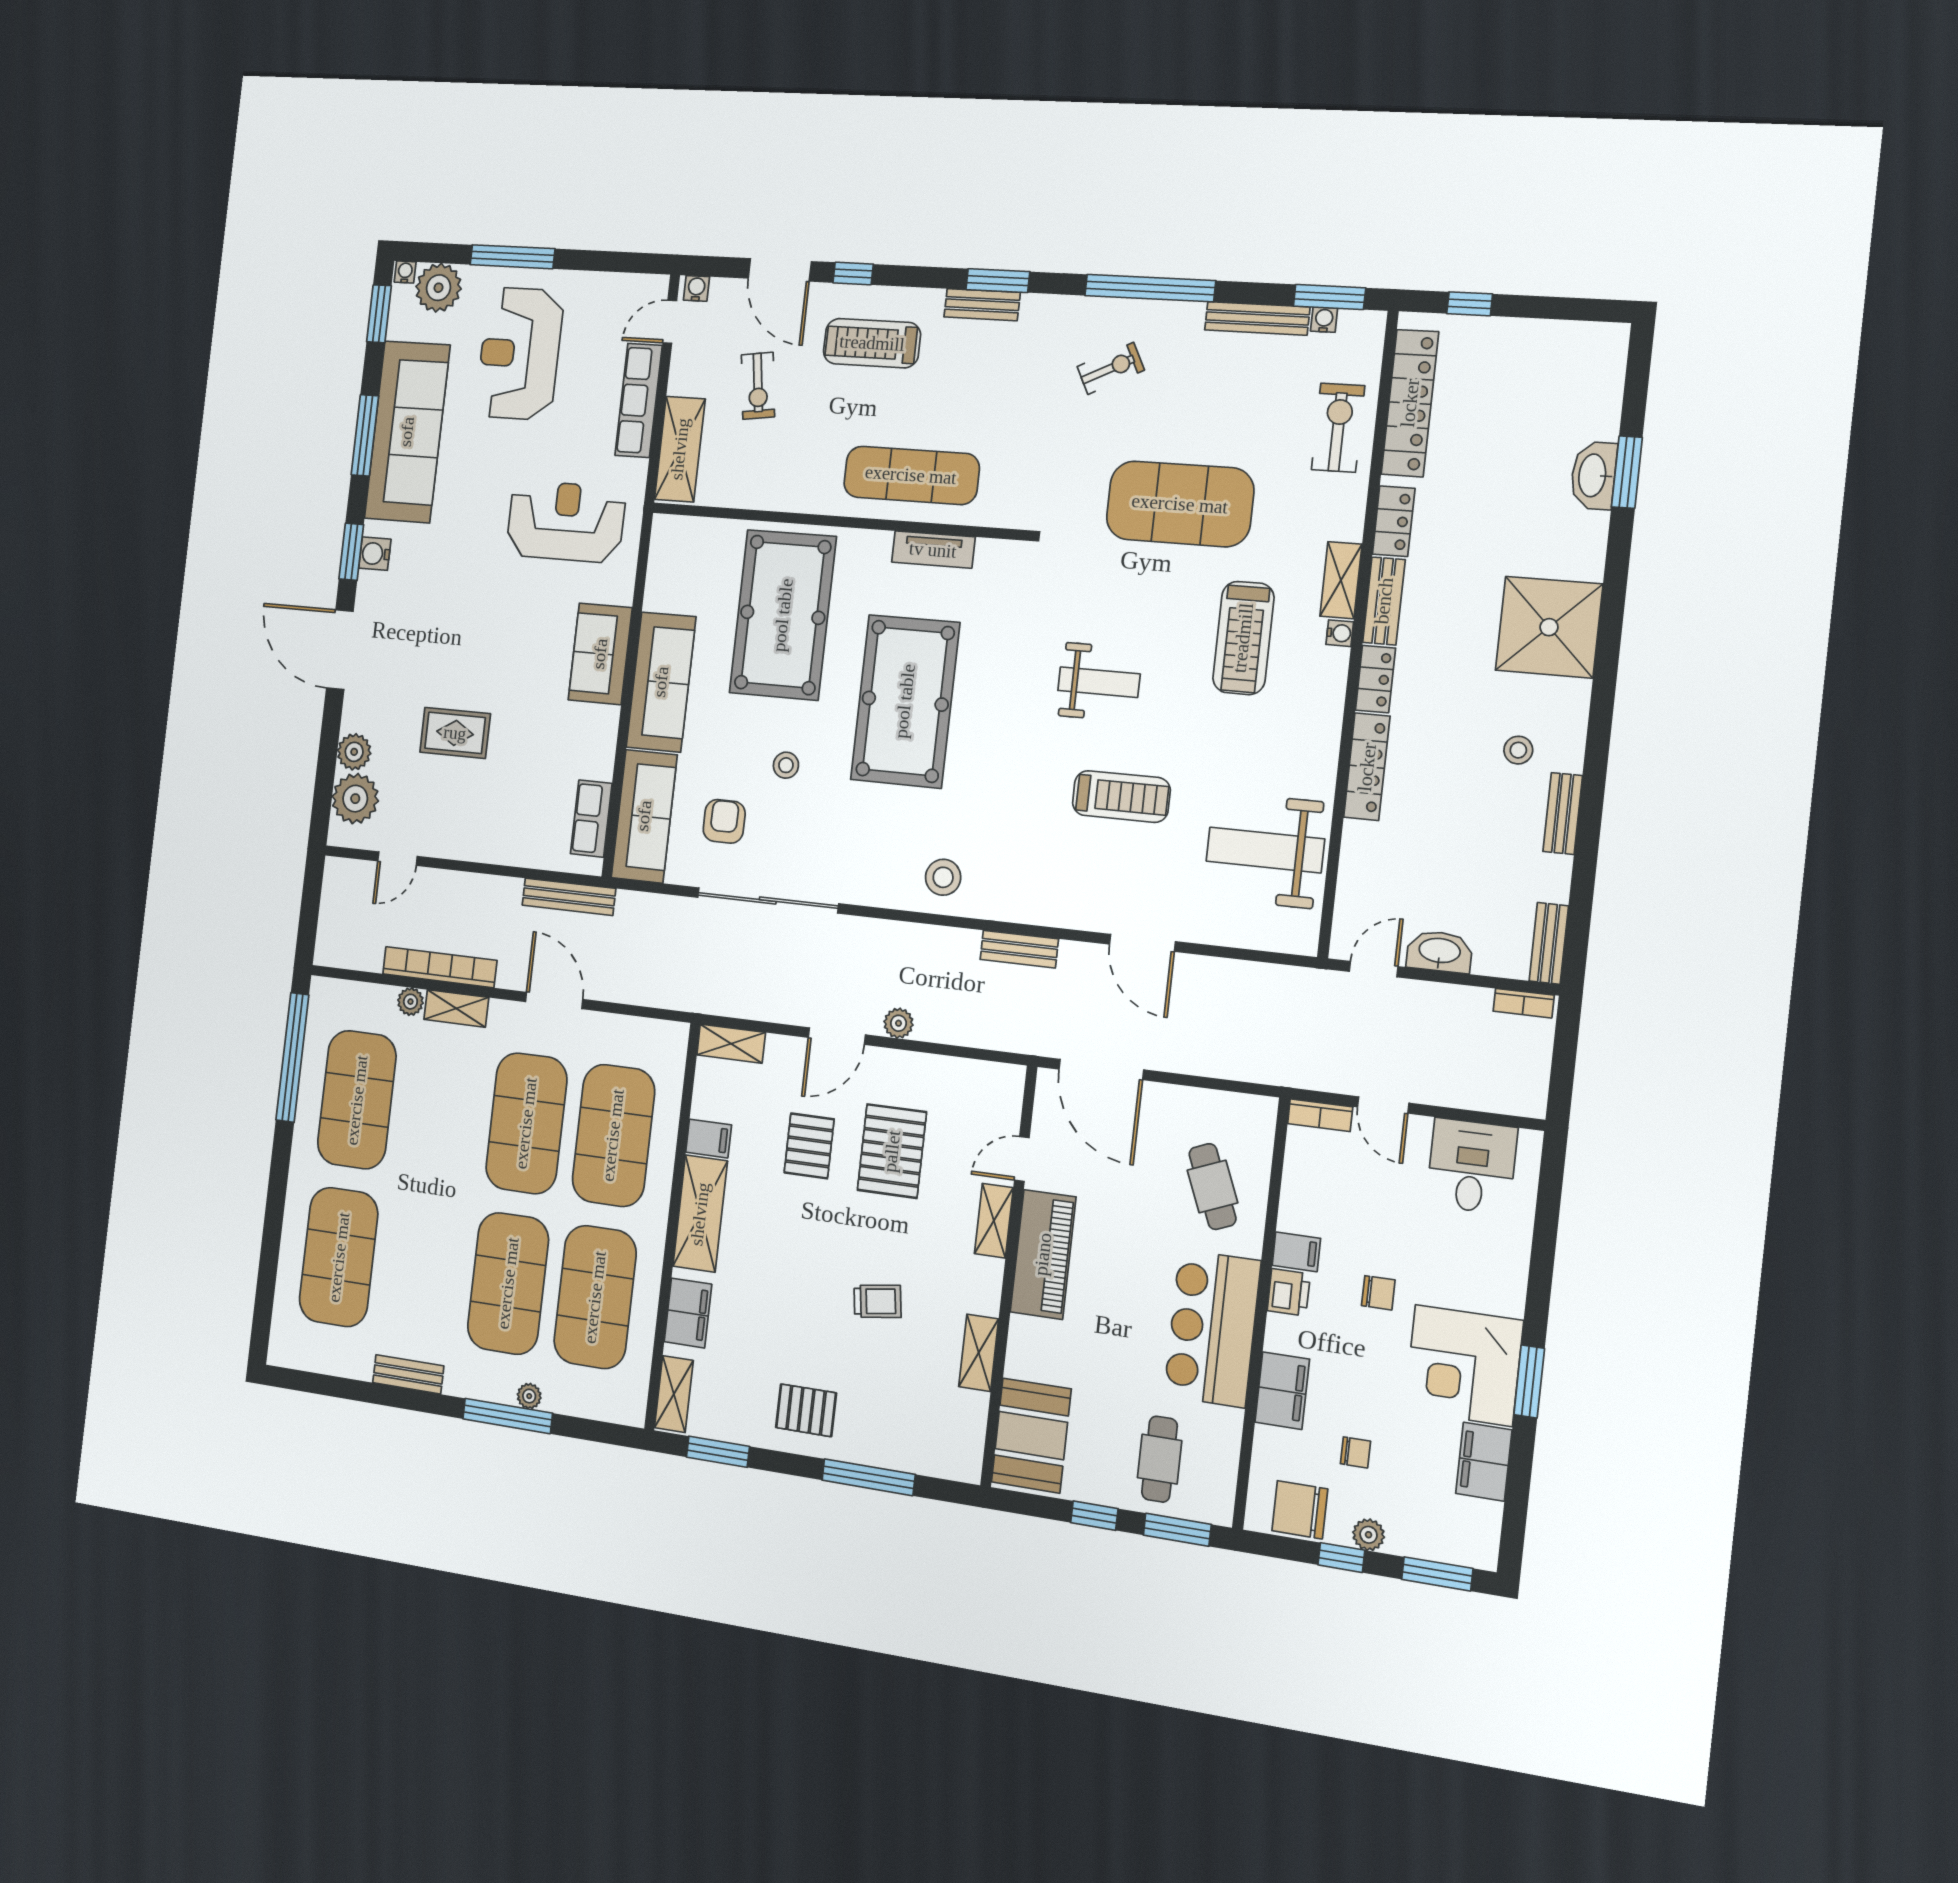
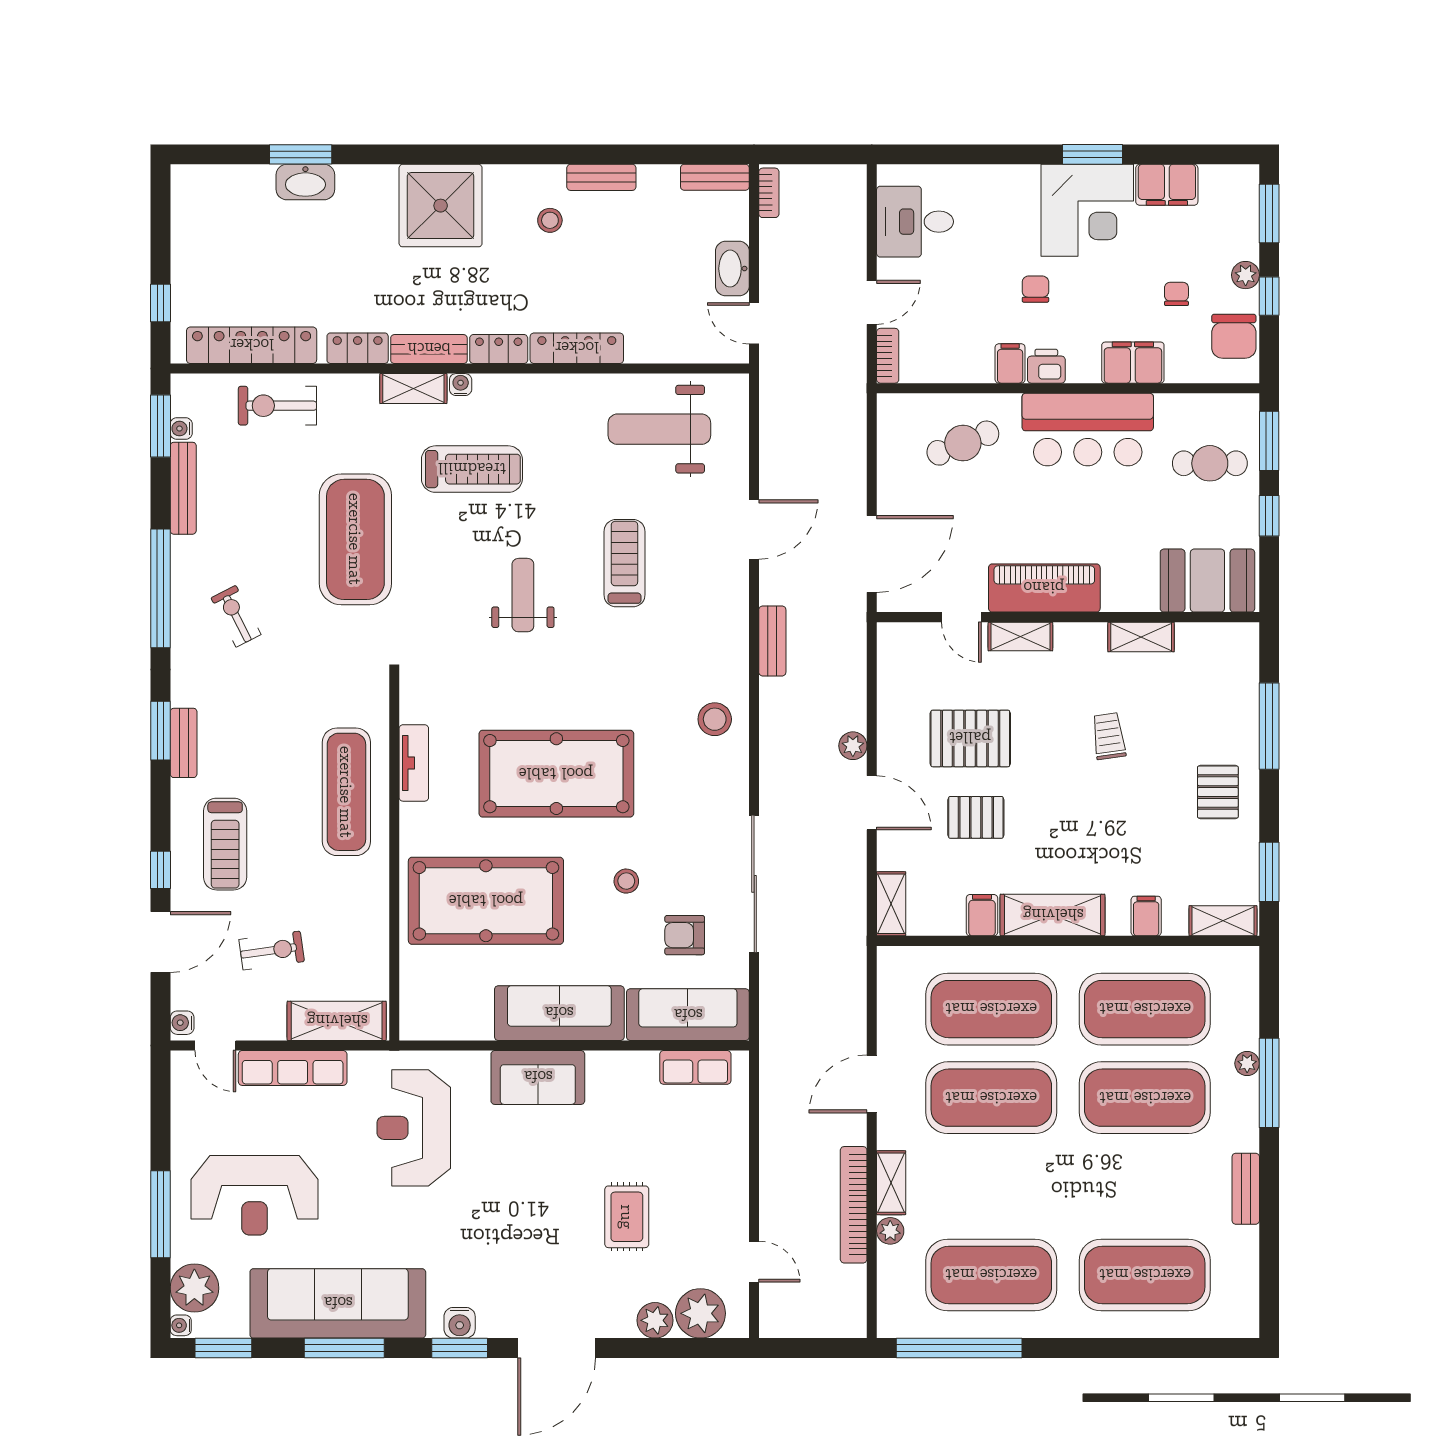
weight bench: (1265, 850) -> (659, 429), turned 90
bench: (569, 897) -> (772, 1081), removed
filing cabinet: (688, 1313) -> (1146, 916), width x0.50

